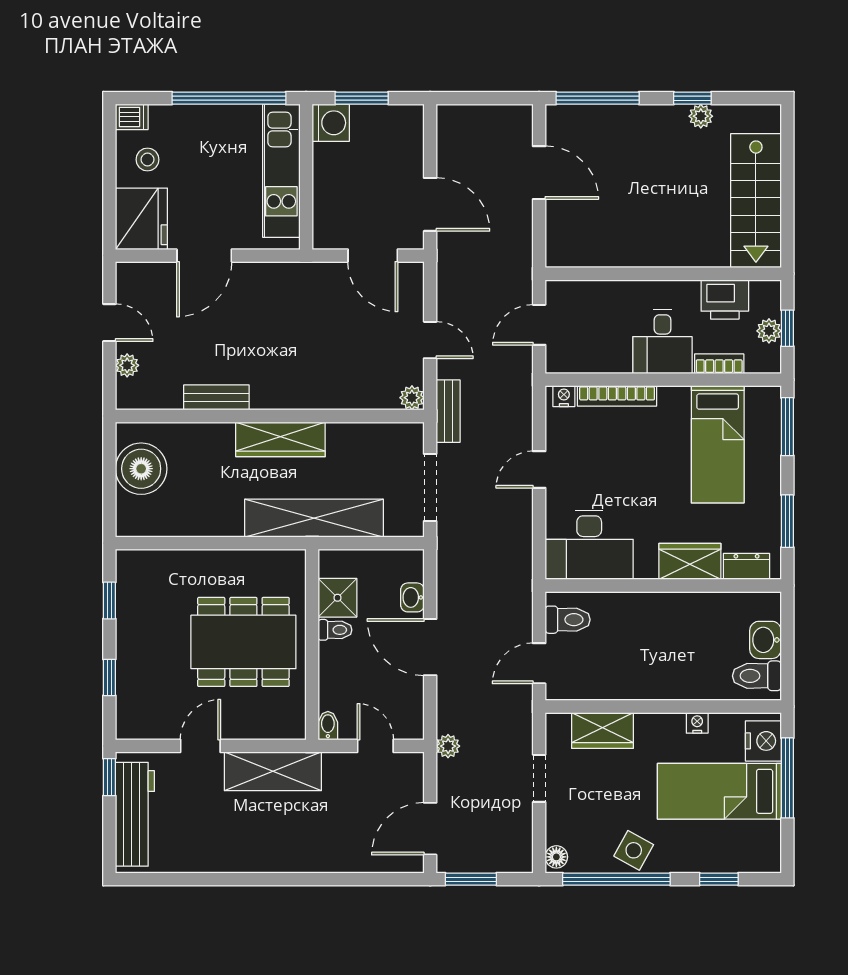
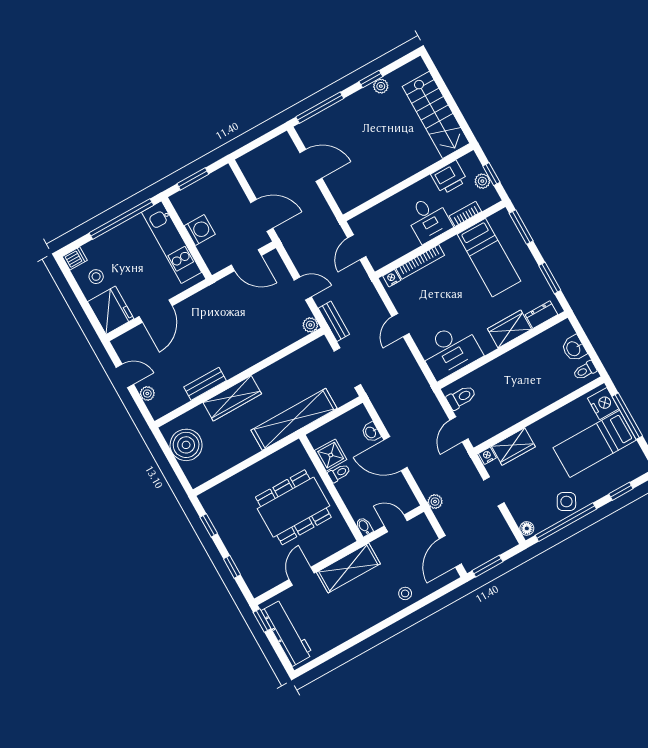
washing machine: (331, 123) -> (200, 230), moved
wardrobe: (280, 439) -> (232, 398), moved
toilet: (757, 676) -> (585, 371), width x0.73, depth x0.72
nightstand: (697, 723) -> (487, 456), moved
stool: (333, 852) -> (405, 593), added

